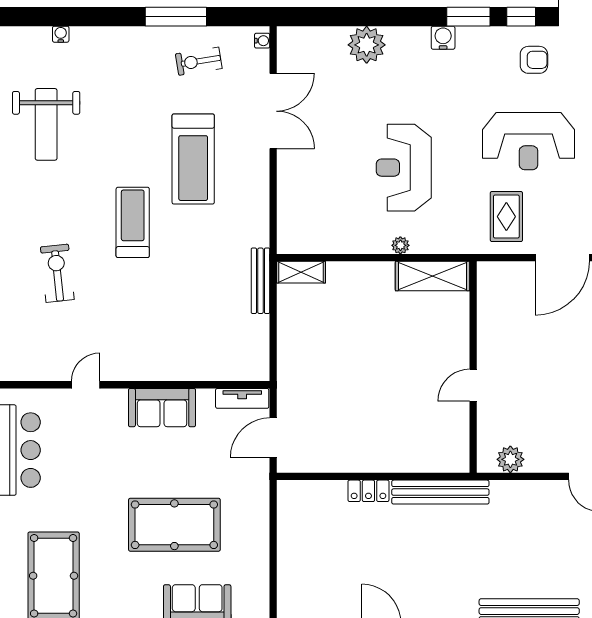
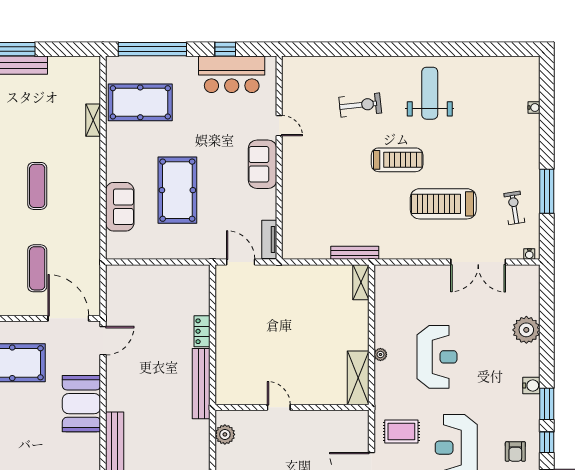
weight bench: (46, 124) -> (430, 93), moved, turned 90
reception desk: (404, 168) -> (437, 357), turned 90
sofa: (162, 408) -> (263, 164), moved

